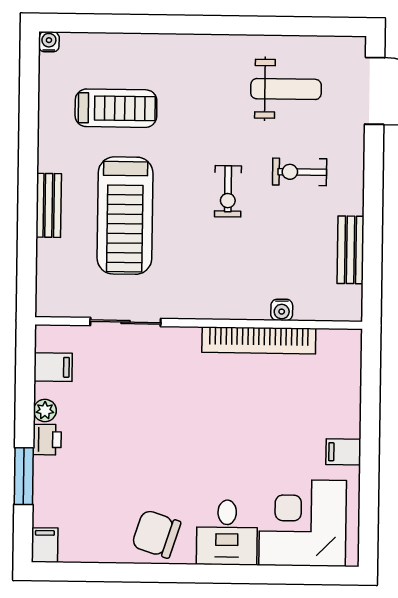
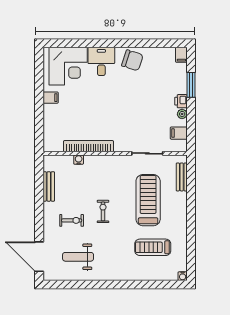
bench: (49, 205) -> (182, 177), moved

